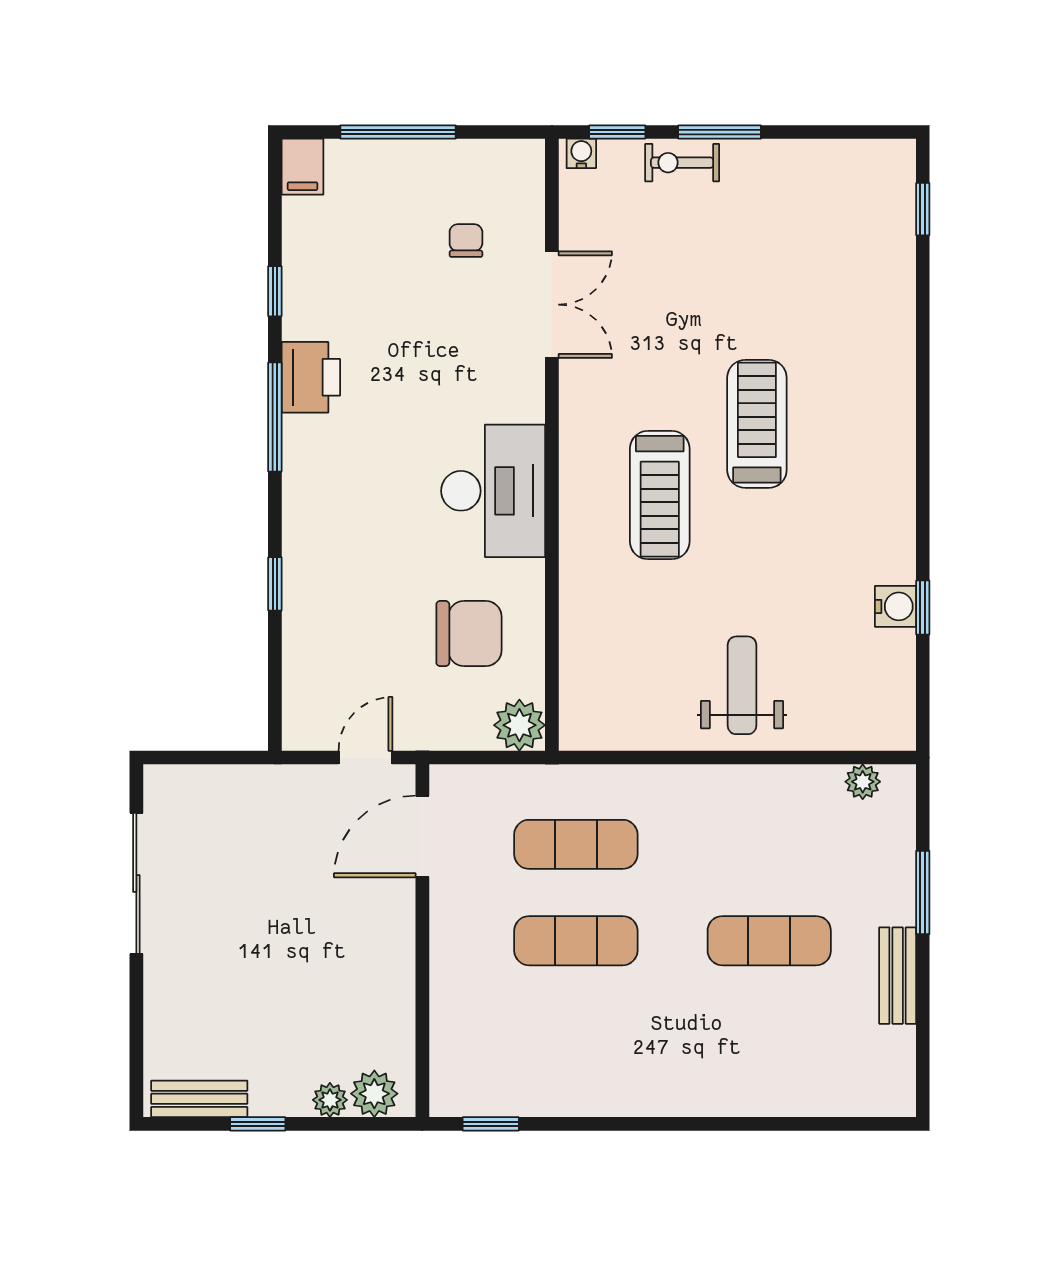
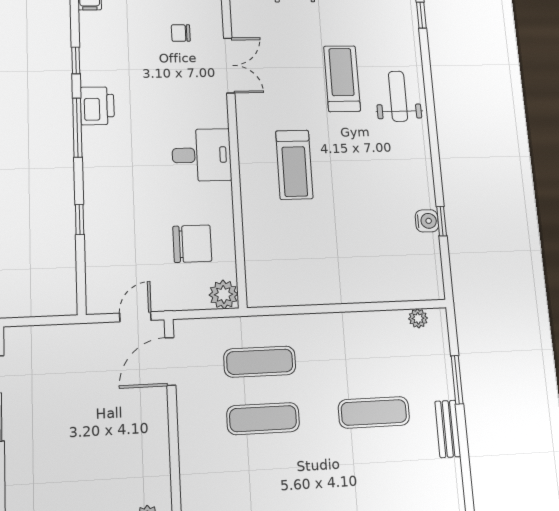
chair: (466, 241) -> (181, 33), turned -90
treadmill: (757, 424) -> (342, 79), moved
desk: (493, 491) -> (202, 155), width x0.73
weight bench: (742, 685) -> (398, 96), moved

